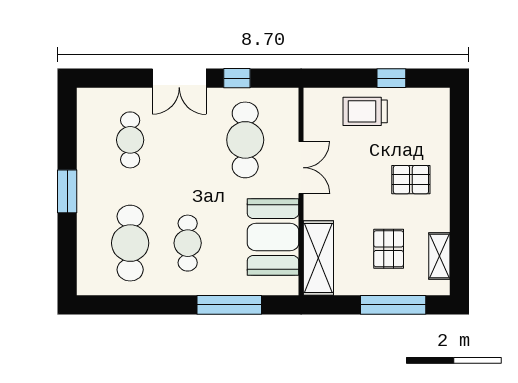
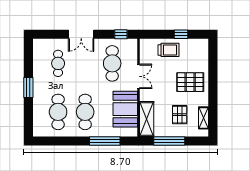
window: (237, 78) -> (121, 34), moved
trolley: (365, 111) -> (169, 50), turned 180
pallet: (411, 180) -> (190, 82), width x1.50, depth x1.42
cafe table: (188, 243) -> (85, 112), width x1.37, depth x1.35
window: (393, 305) -> (169, 141), moved

